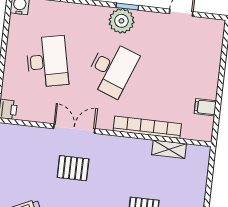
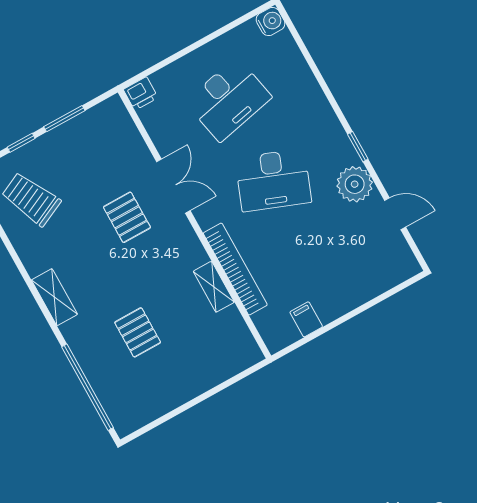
plant: (121, 21) -> (355, 184), moved
shelving: (169, 149) -> (214, 287), moved

